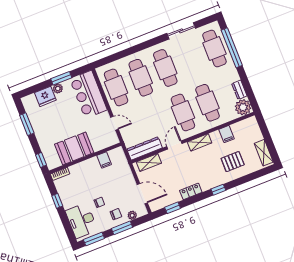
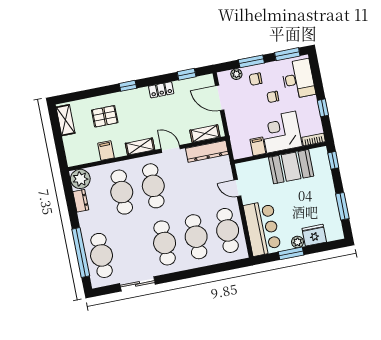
door: (174, 145) -> (171, 149), swing flipped
corner desk: (87, 175) -> (281, 132), added

